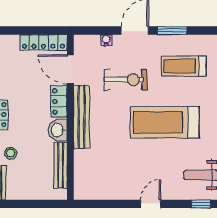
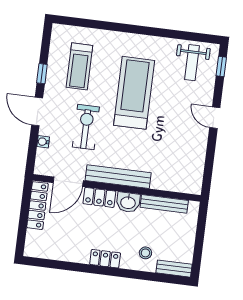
window: (172, 30) -> (42, 74), width x0.67
treadmill: (165, 122) -> (134, 93), turned 180

